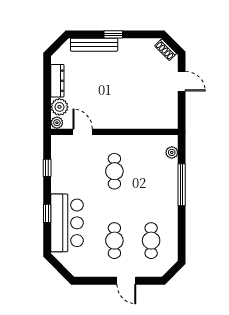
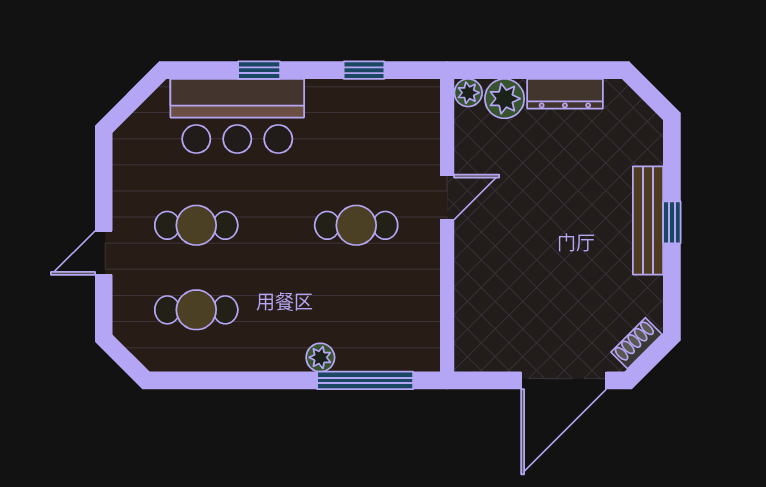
bench: (94, 45) -> (648, 220), moved
door: (182, 81) -> (564, 380), width x1.87
door: (83, 132) -> (447, 197), moved
plant: (172, 152) -> (320, 357), moved
window: (182, 185) -> (365, 380), moved

